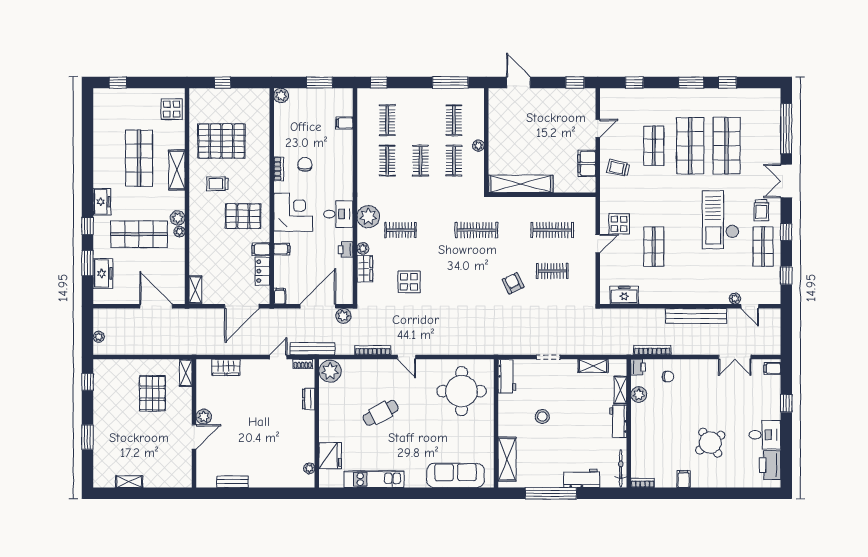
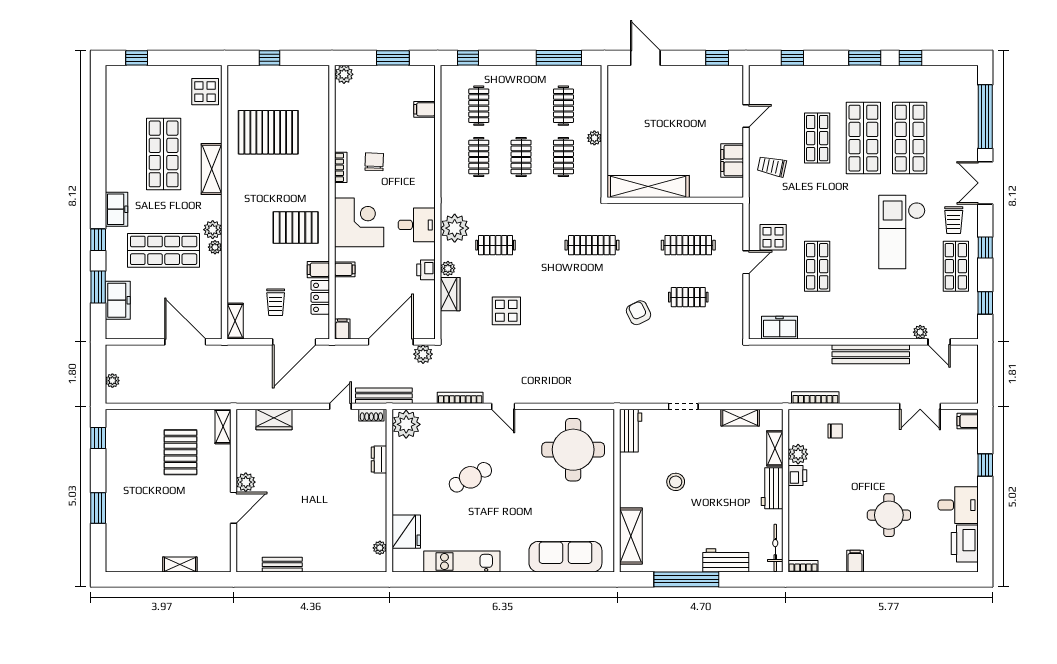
trolley: (217, 184) -> (276, 302), moved, turned -90
printer: (638, 367) -> (797, 476), moved
round table: (710, 443) -> (889, 515), turned 35
shelving: (129, 482) -> (180, 565), moved

